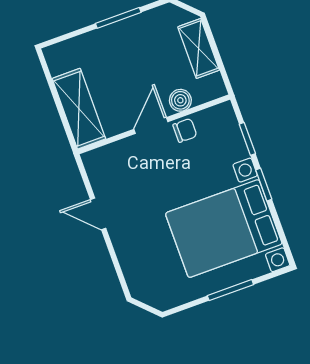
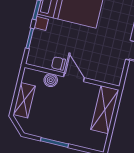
door: (151, 125) -> (74, 77), swing flipped

